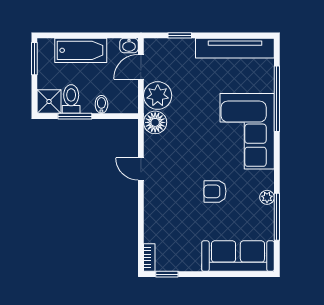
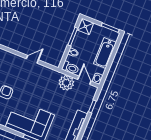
toilet: (71, 99) -> (70, 68), moved
floor lamp: (155, 122) -> (53, 76), removed

